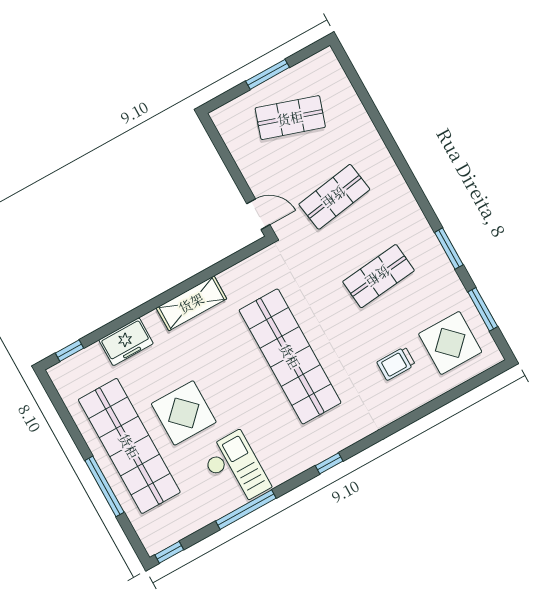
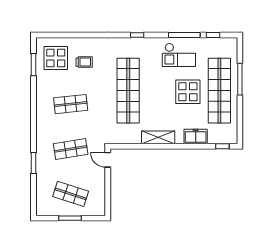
window: (449, 249) -> (34, 163), moved
checkout: (236, 469) -> (179, 55), turned -90
window: (169, 552) -> (213, 35), moved

